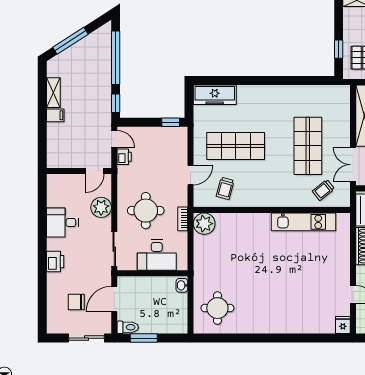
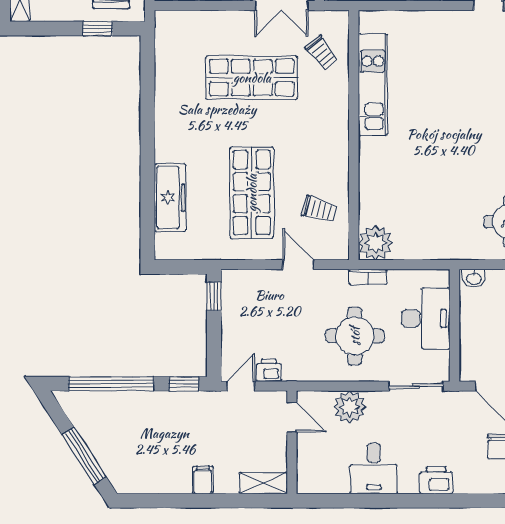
shelving: (53, 93) -> (263, 483), moved
freezer: (215, 95) -> (170, 198), moved

